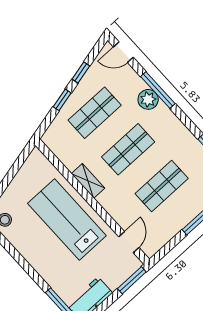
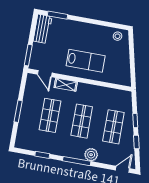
window: (158, 90) -> (77, 161), moved
shelving: (88, 181) -> (66, 85), moved
lab bench: (67, 220) -> (86, 61), width x0.73, depth x0.72

